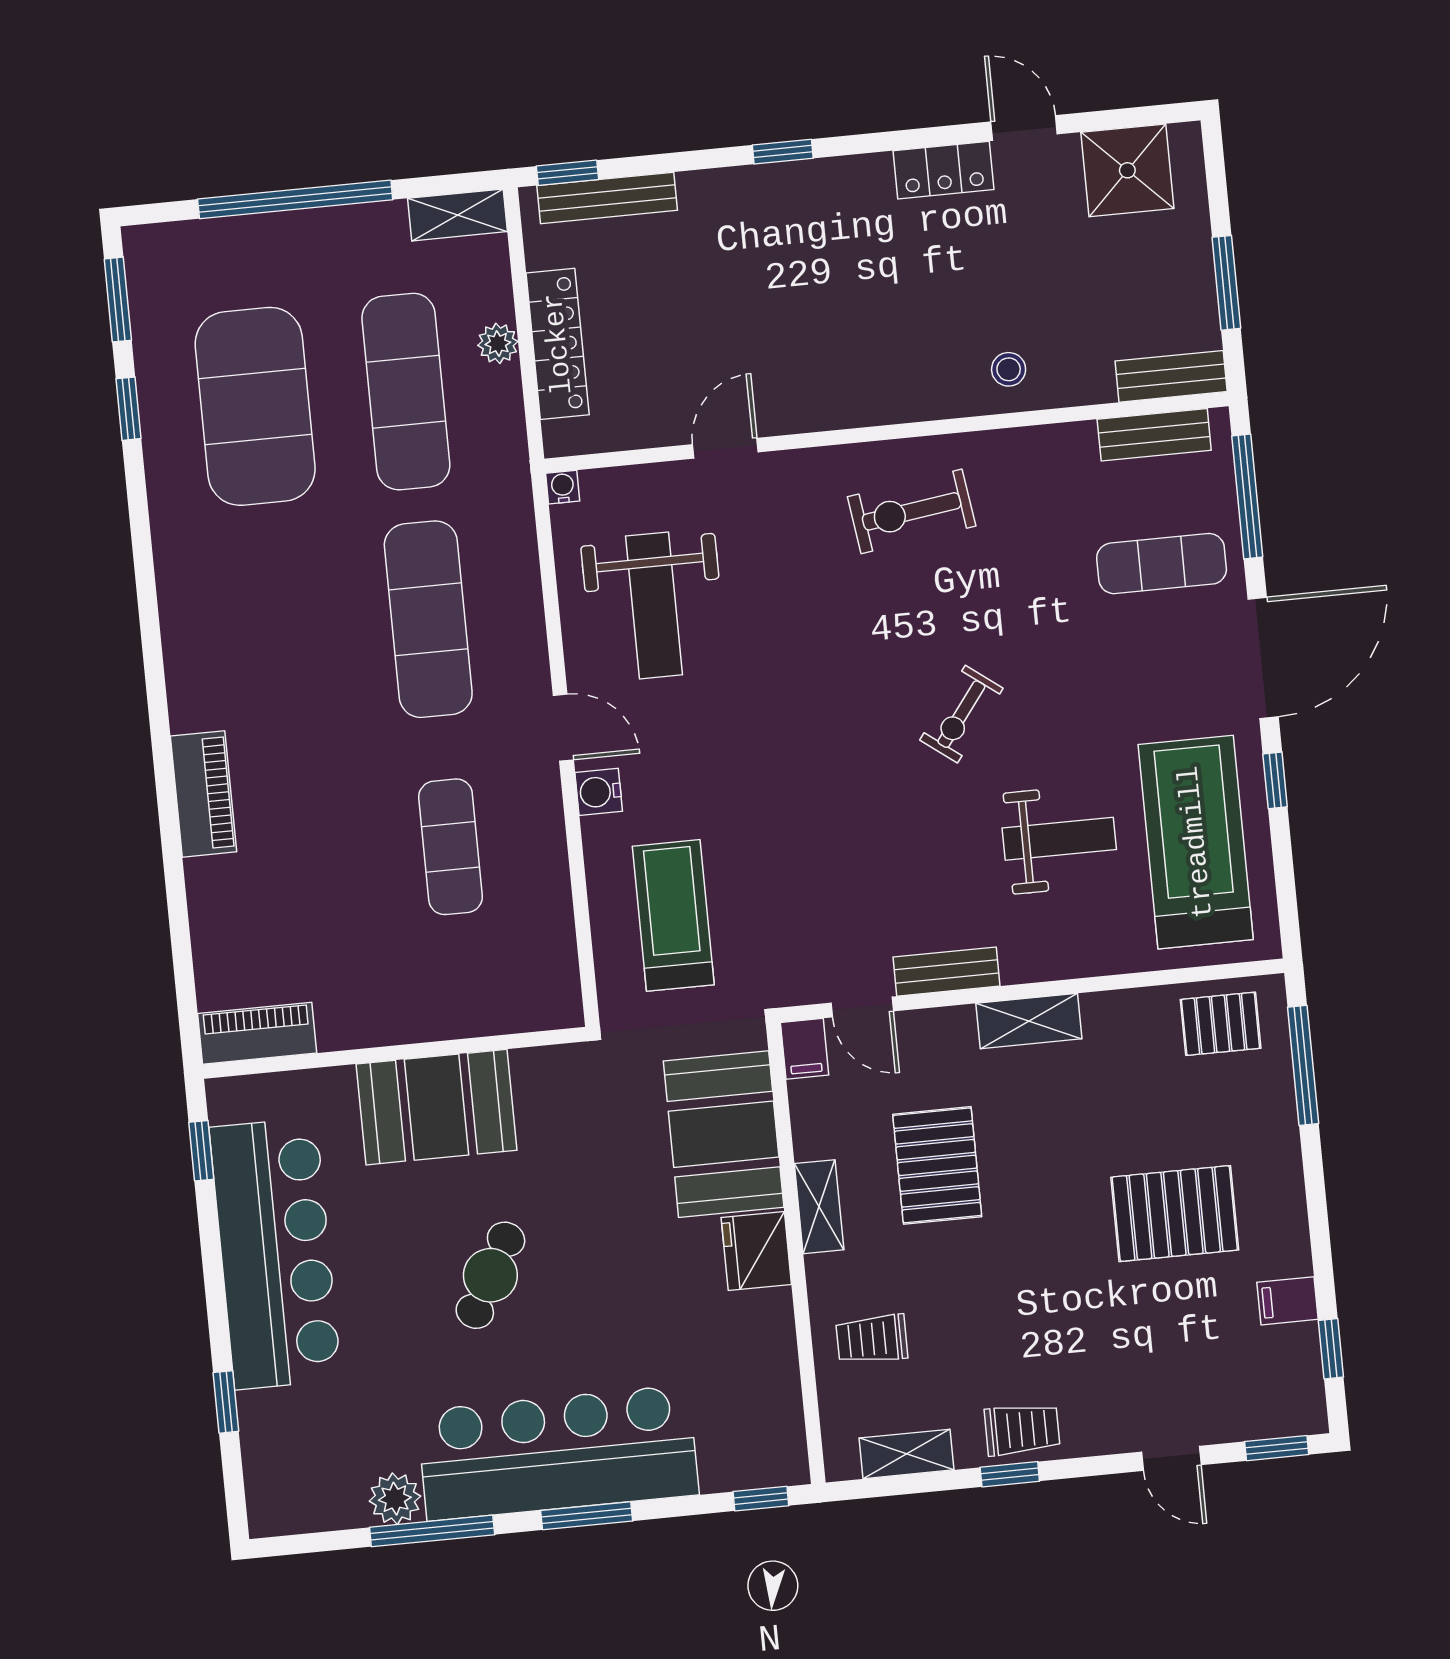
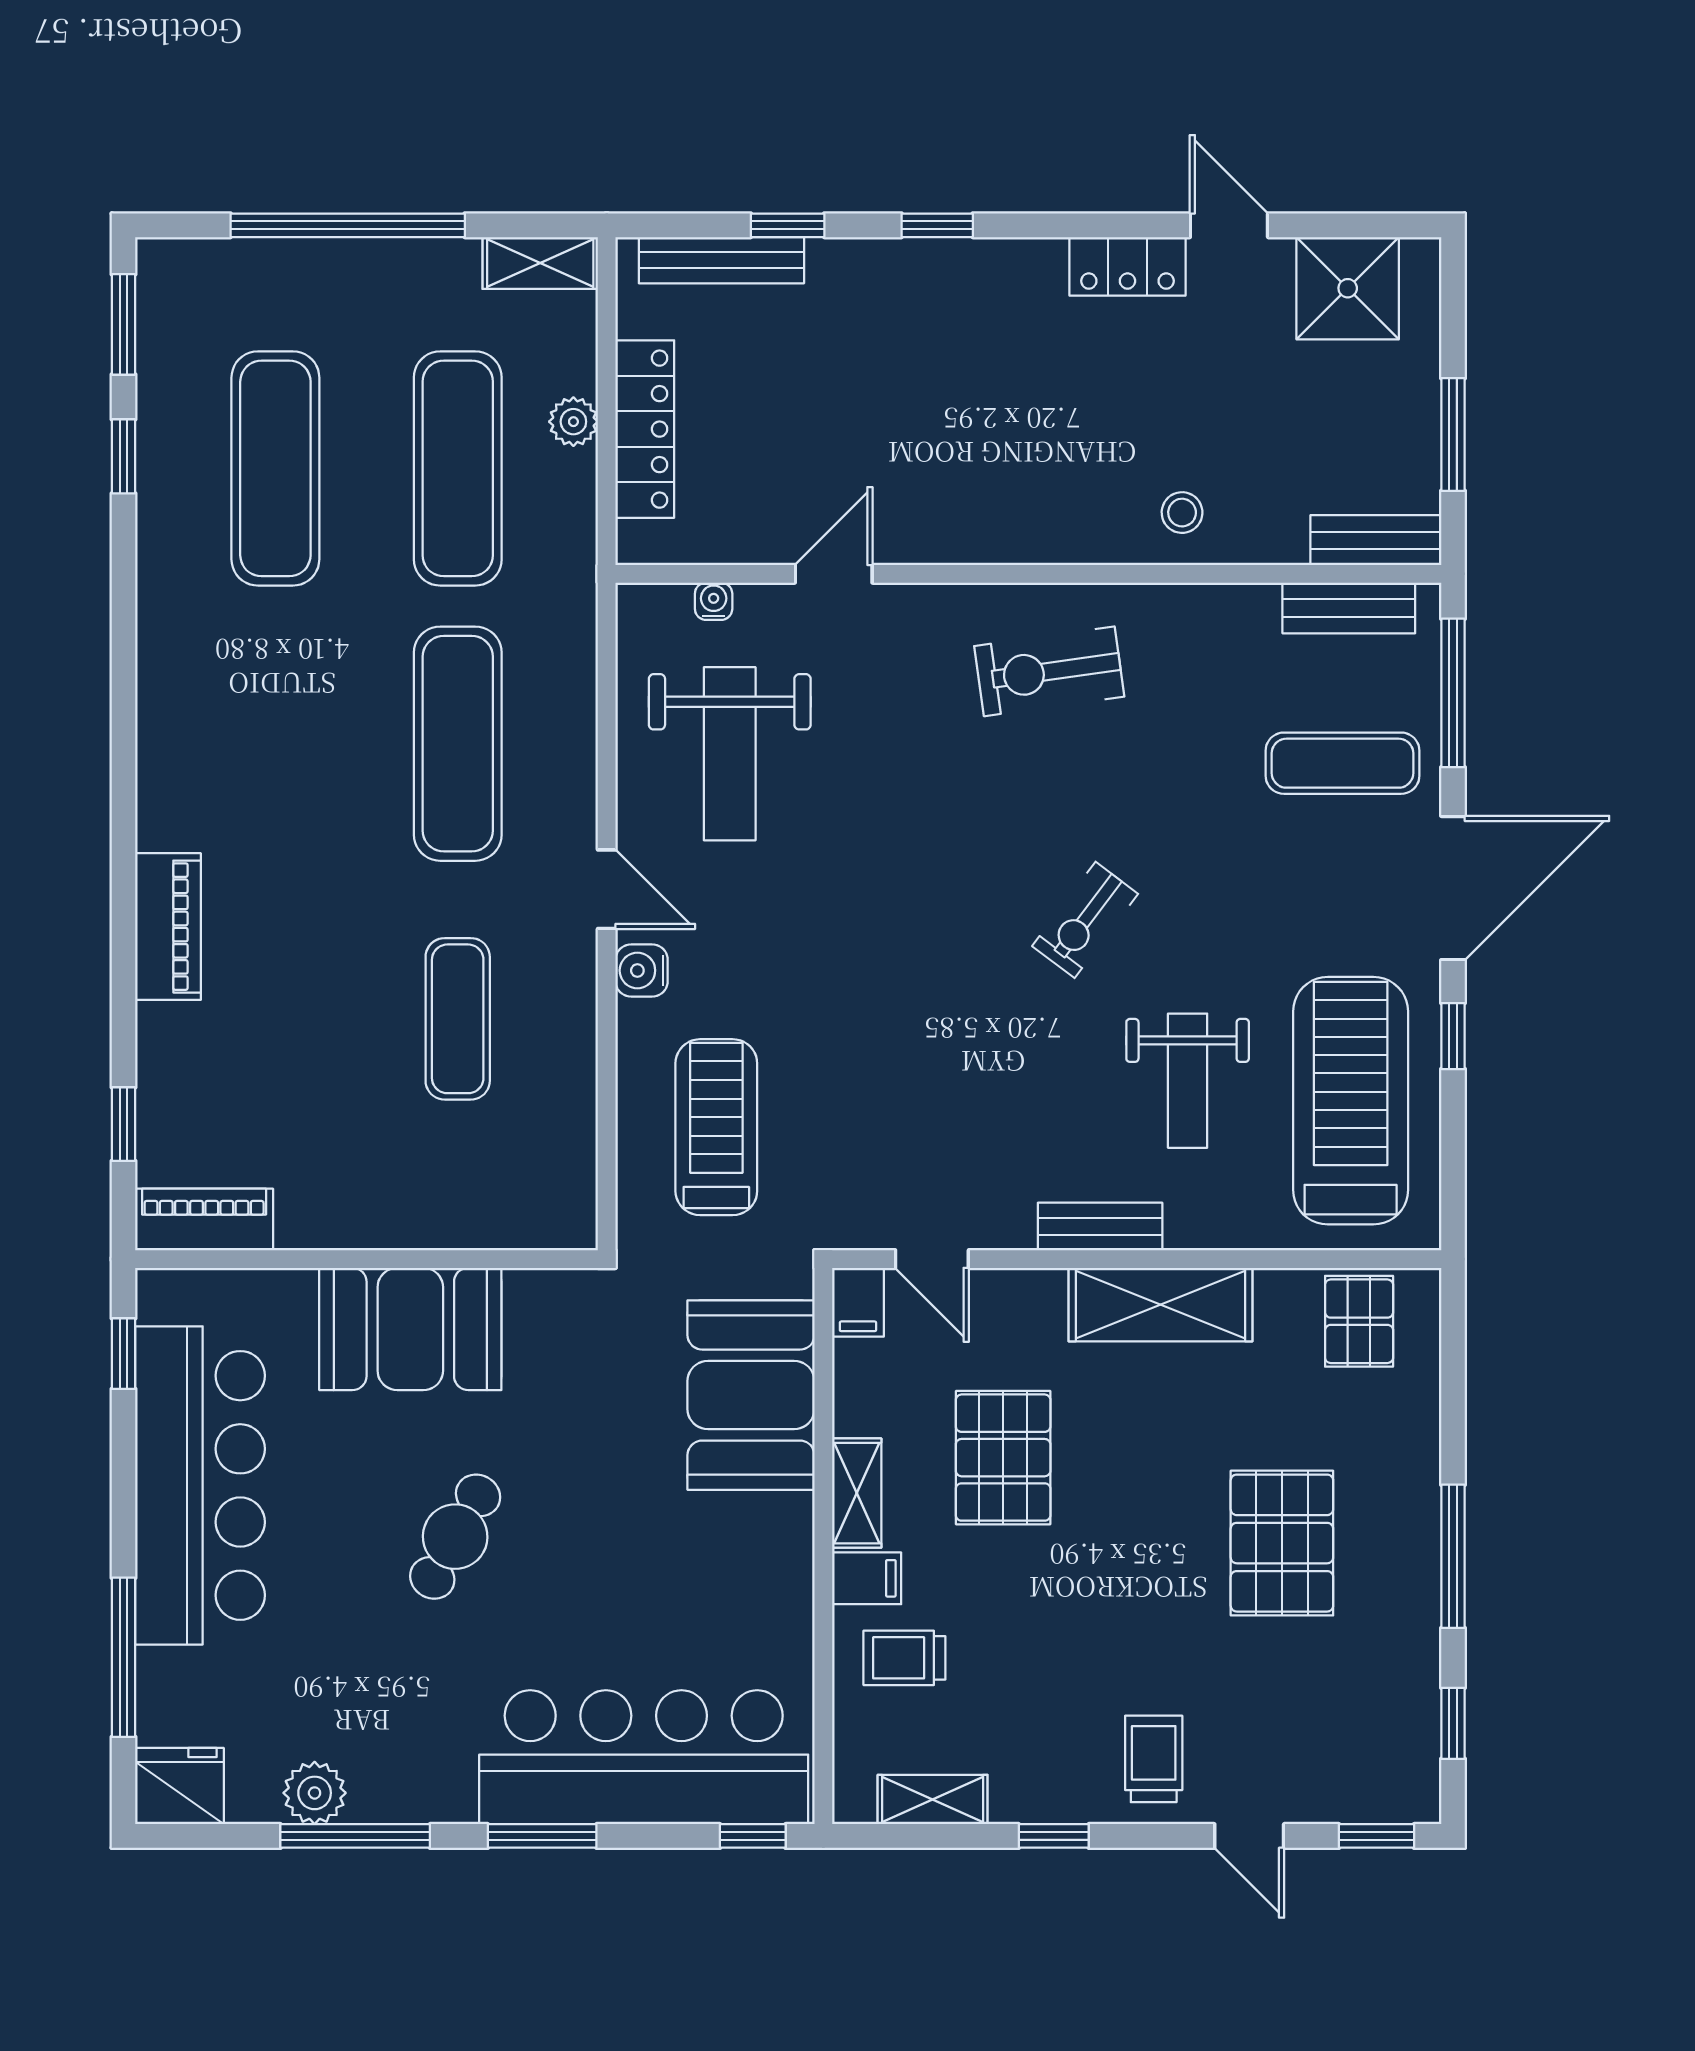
window: (568, 173) -> (788, 225), moved
exercise mat: (255, 406) -> (275, 468), width x0.68
water cooler: (563, 487) -> (714, 601), moved
weight bench: (1059, 839) -> (1188, 1081), turned 90
window: (183, 961) -> (123, 1124), added
bench: (947, 972) -> (1100, 1226), moved
shelving: (1029, 1021) -> (1160, 1305), width x1.50, depth x1.33
pallet: (1221, 1024) -> (1359, 1321), turned 90
window: (1303, 1065) -> (1453, 1556), moved
pallet: (1175, 1214) -> (1282, 1543), turned 90
fridge: (756, 1251) -> (179, 1786), moved, turned 90
filing cabinet: (1288, 1301) -> (867, 1578), moved, turned 180
window: (226, 1402) -> (123, 1657), width x2.17
trolley: (1022, 1429) -> (1154, 1759), moved, turned -90
bar counter: (558, 1453) -> (644, 1757), moved

